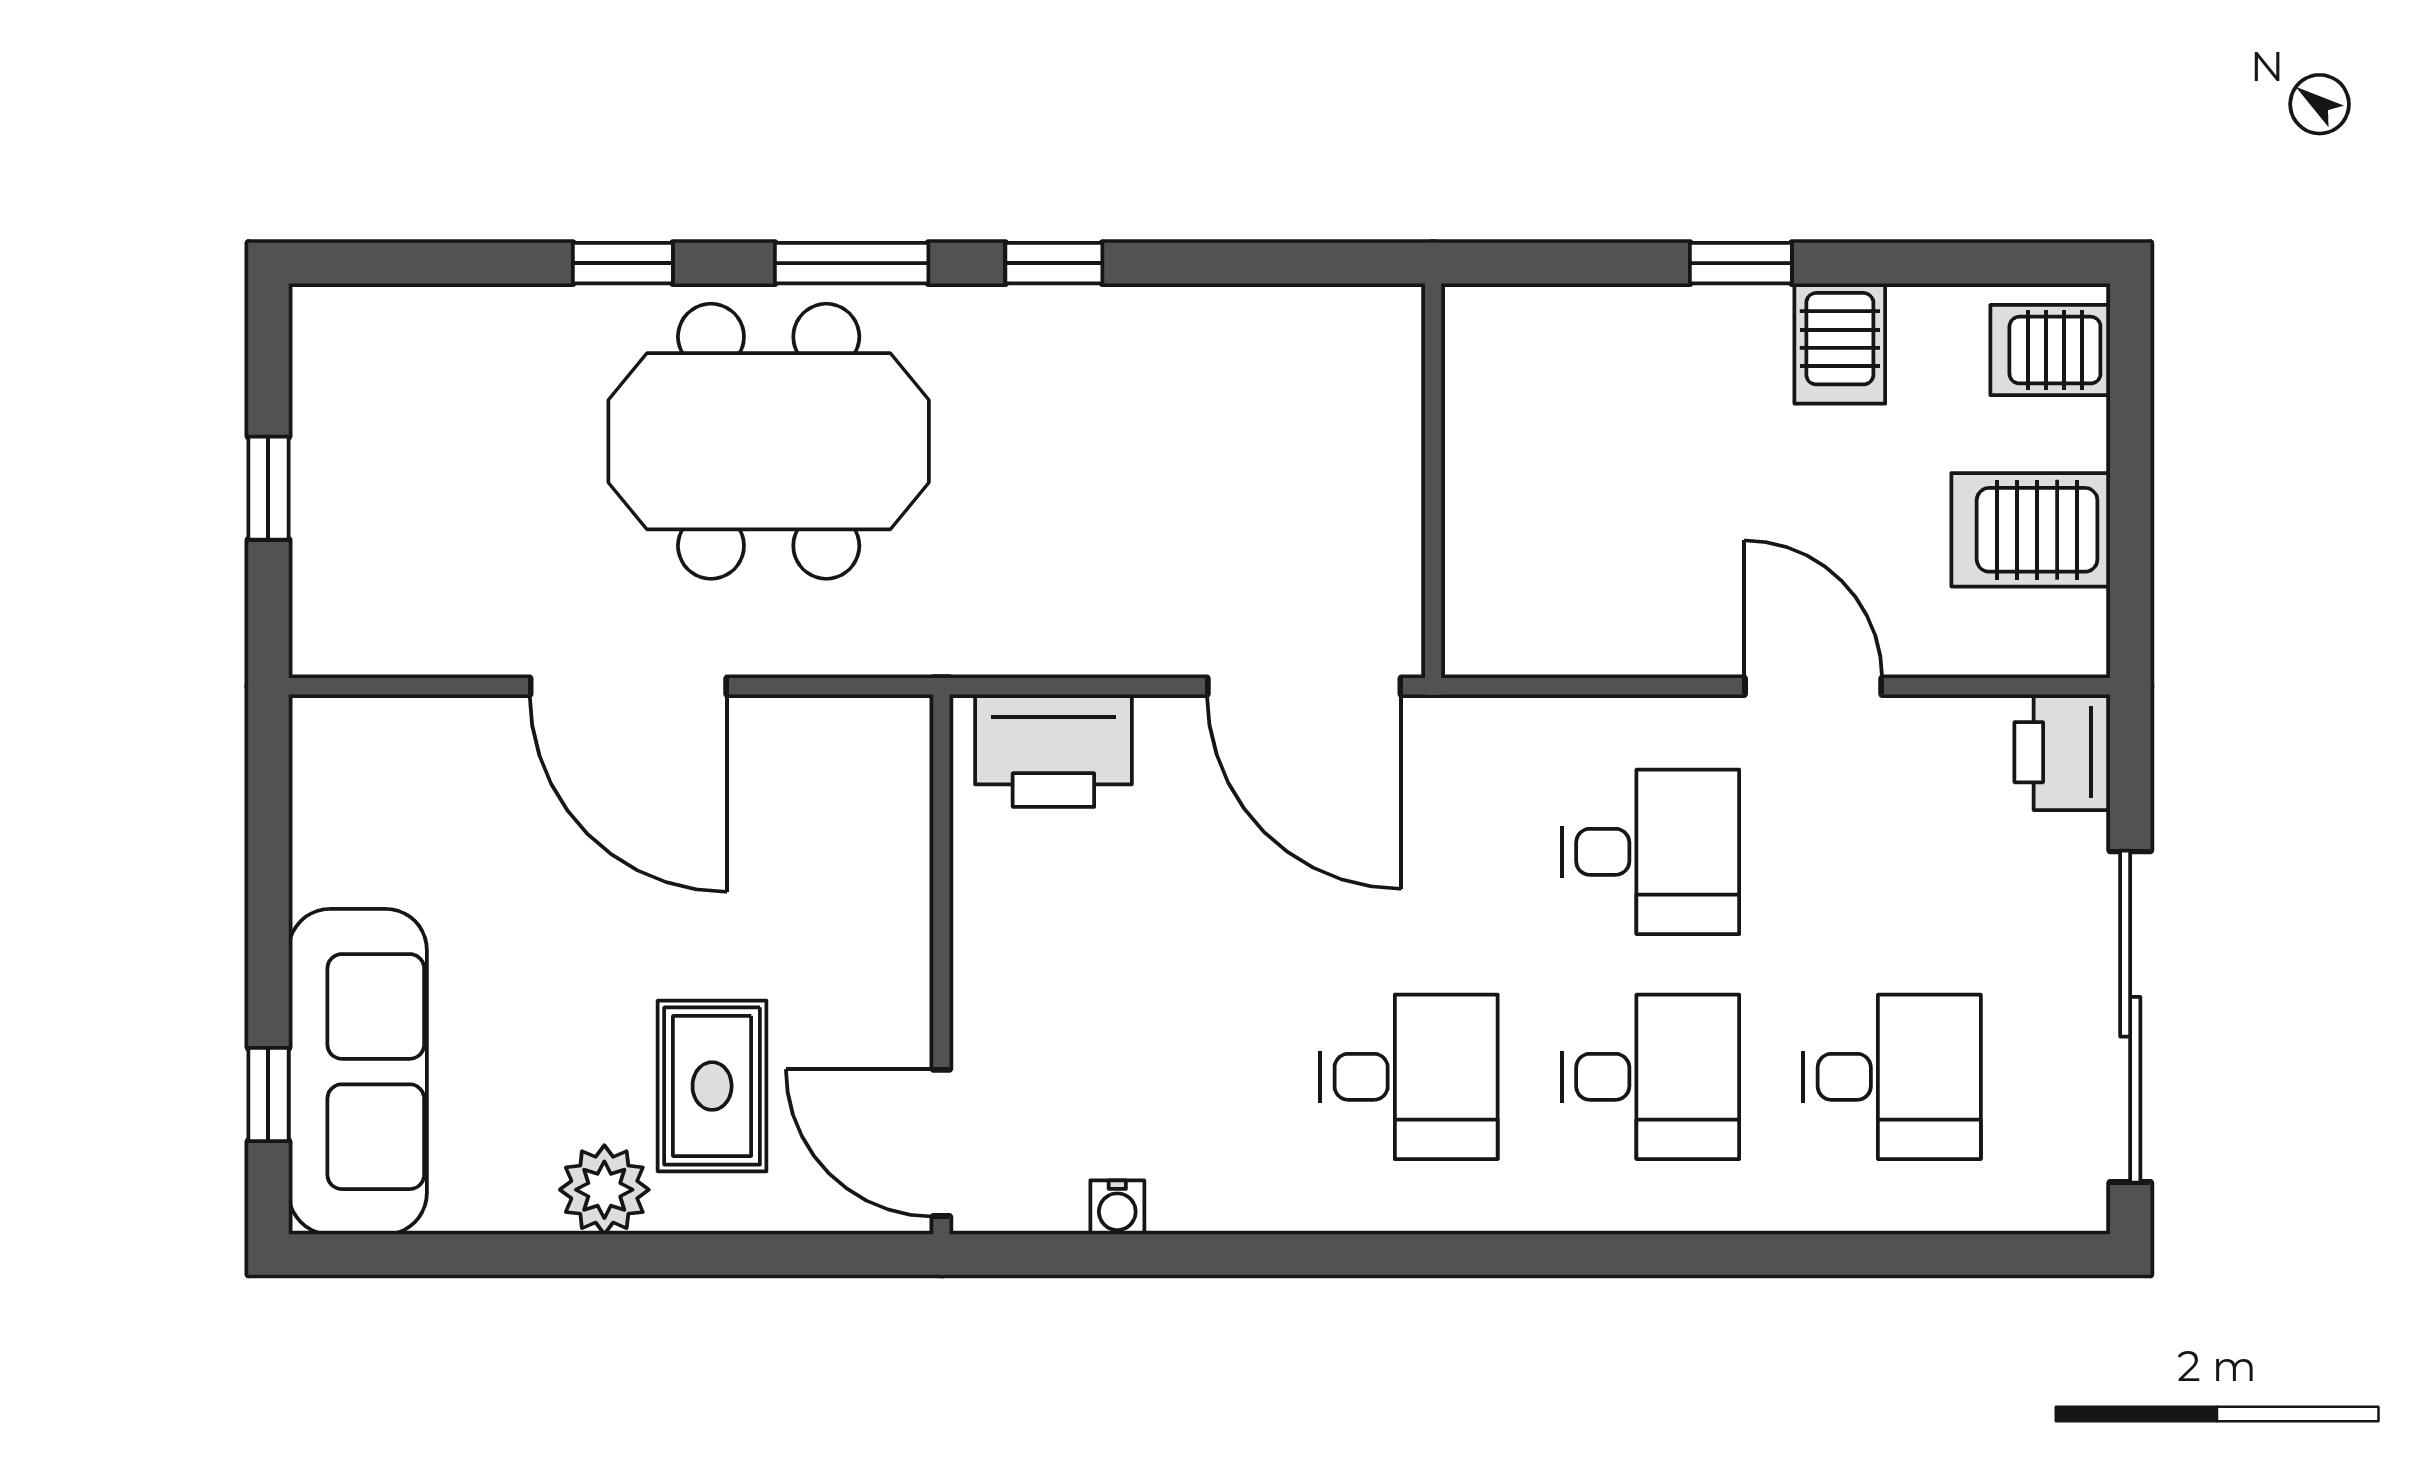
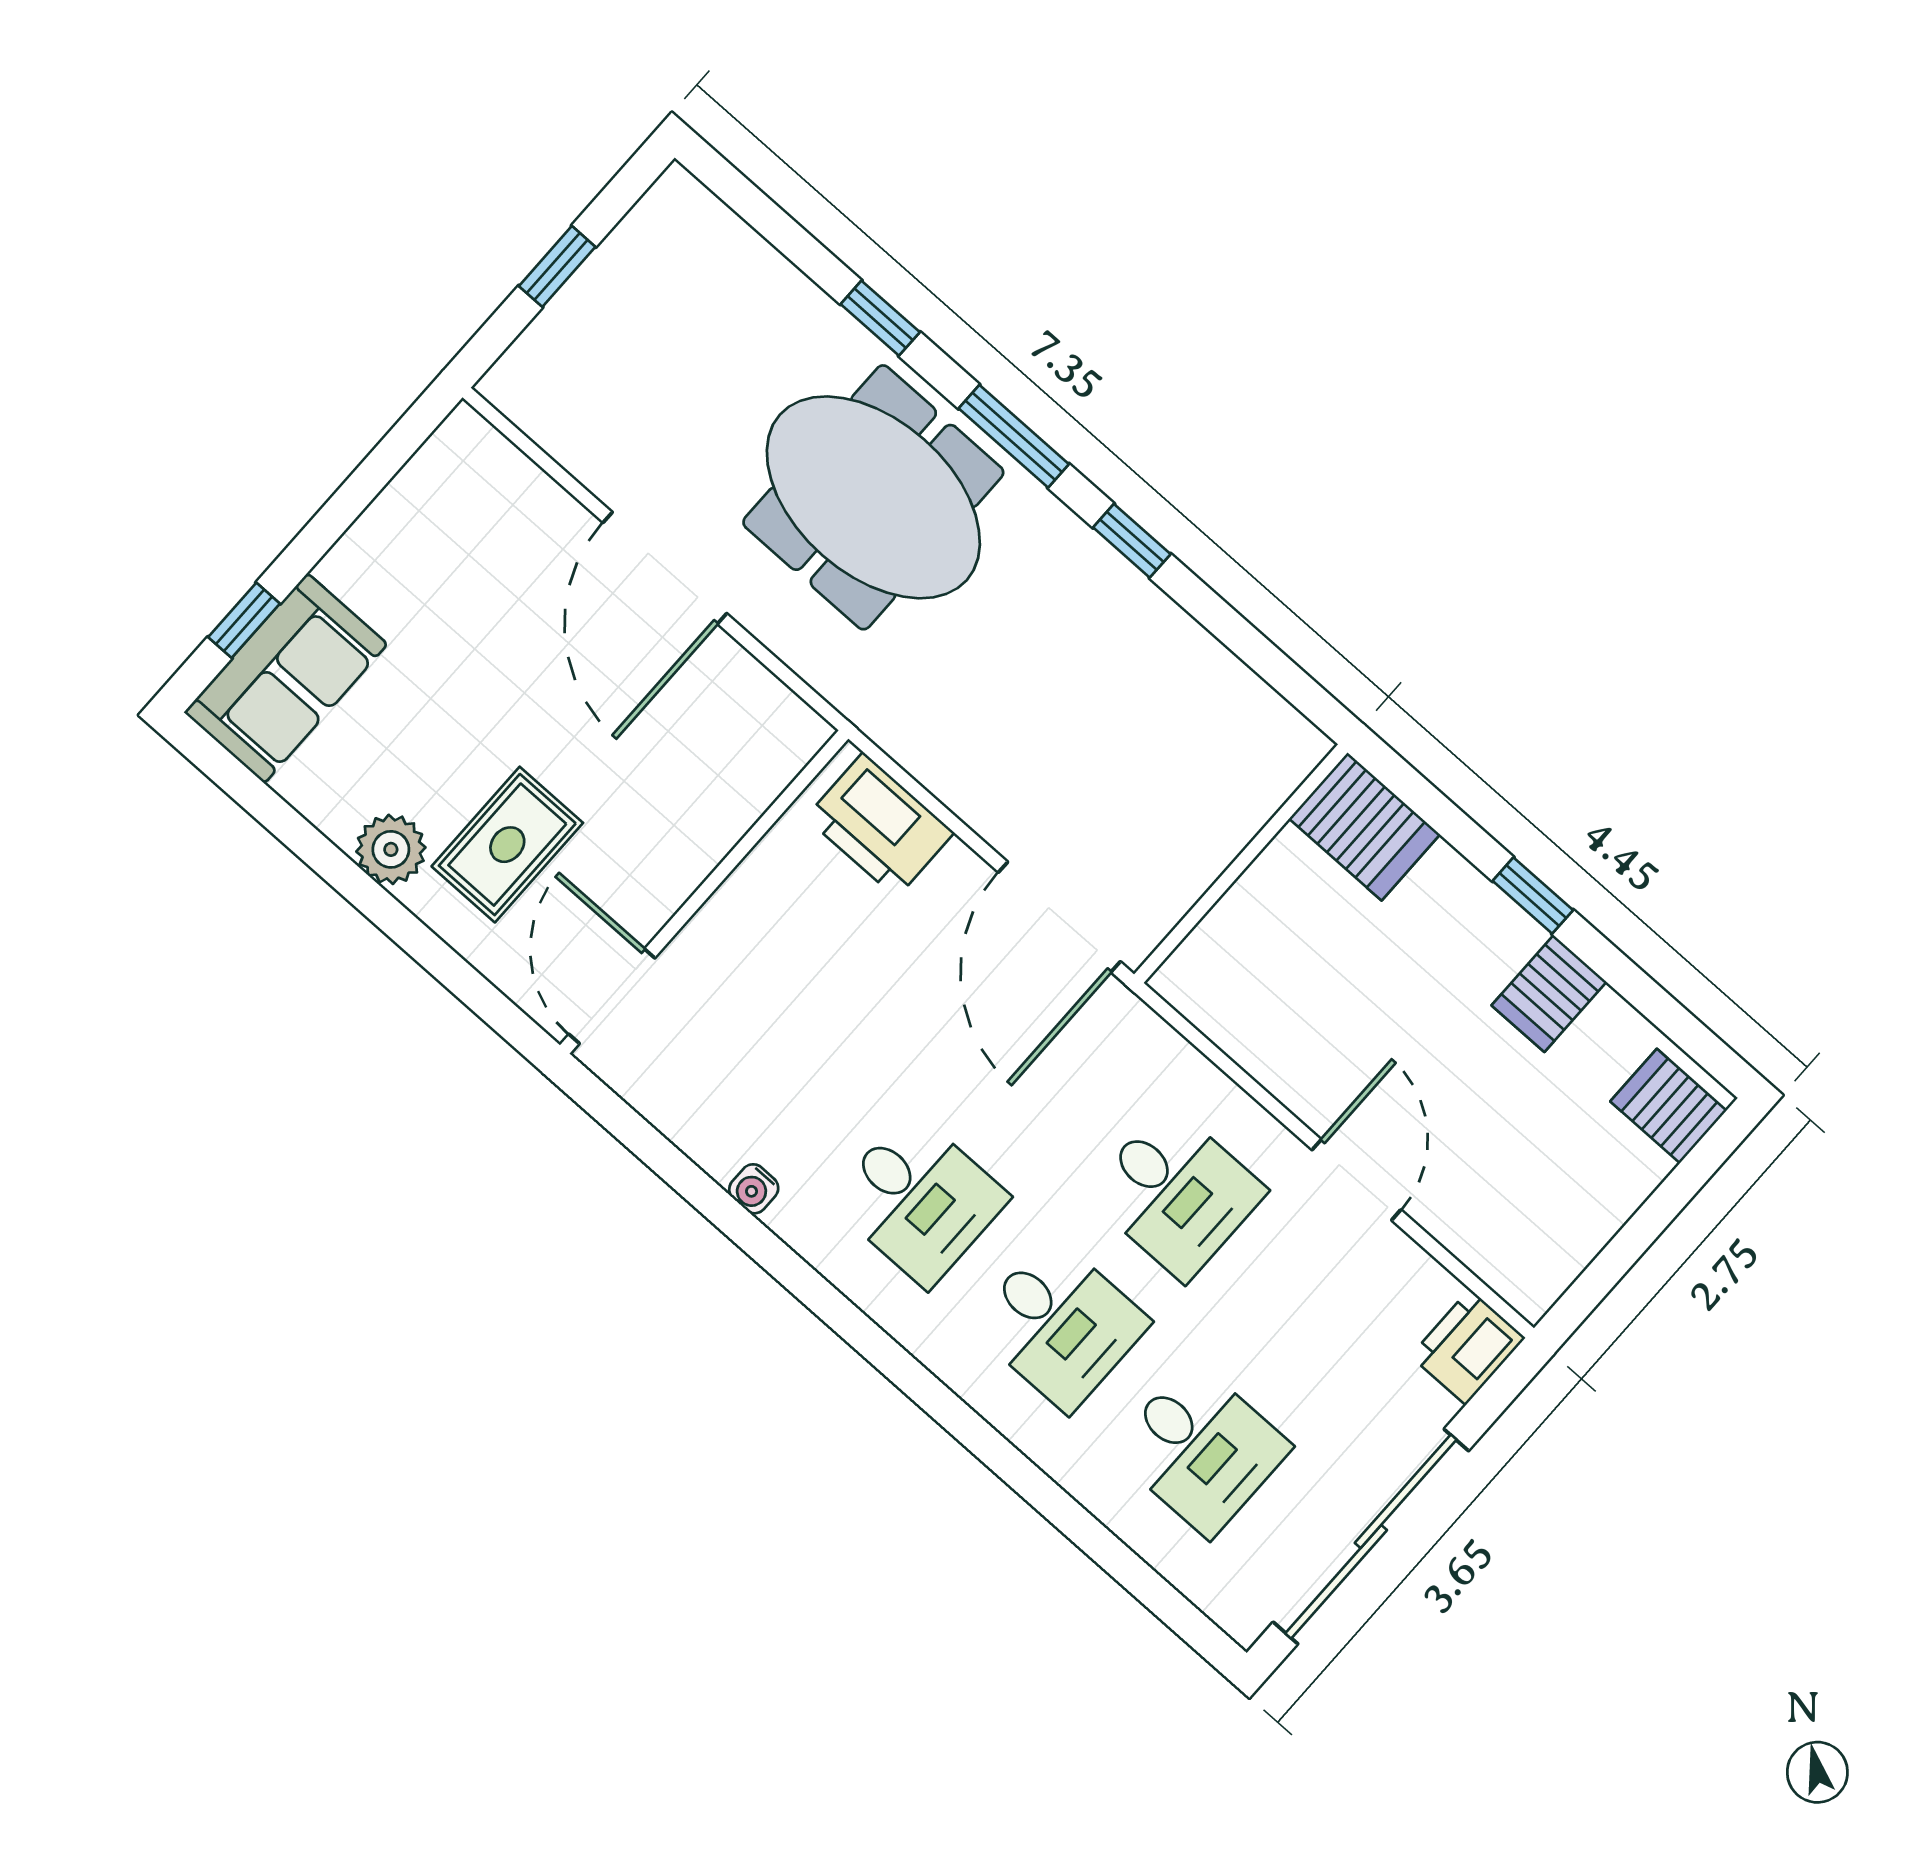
server rack: (2031, 530) -> (1364, 827), moved, turned 180
sofa: (358, 1072) -> (286, 678), width x0.73
water cooler: (1117, 1207) -> (754, 1189), moved

